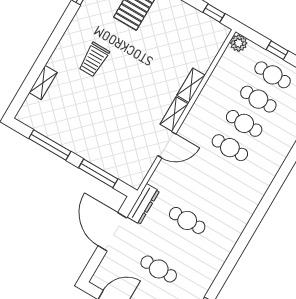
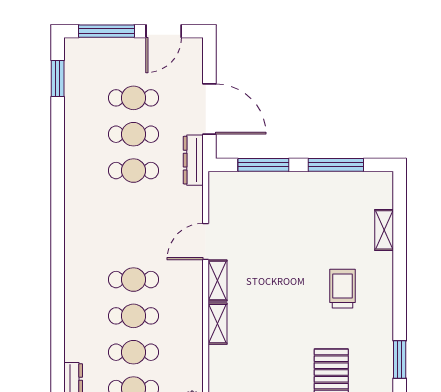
cafe table: (173, 245) -> (133, 134), added

